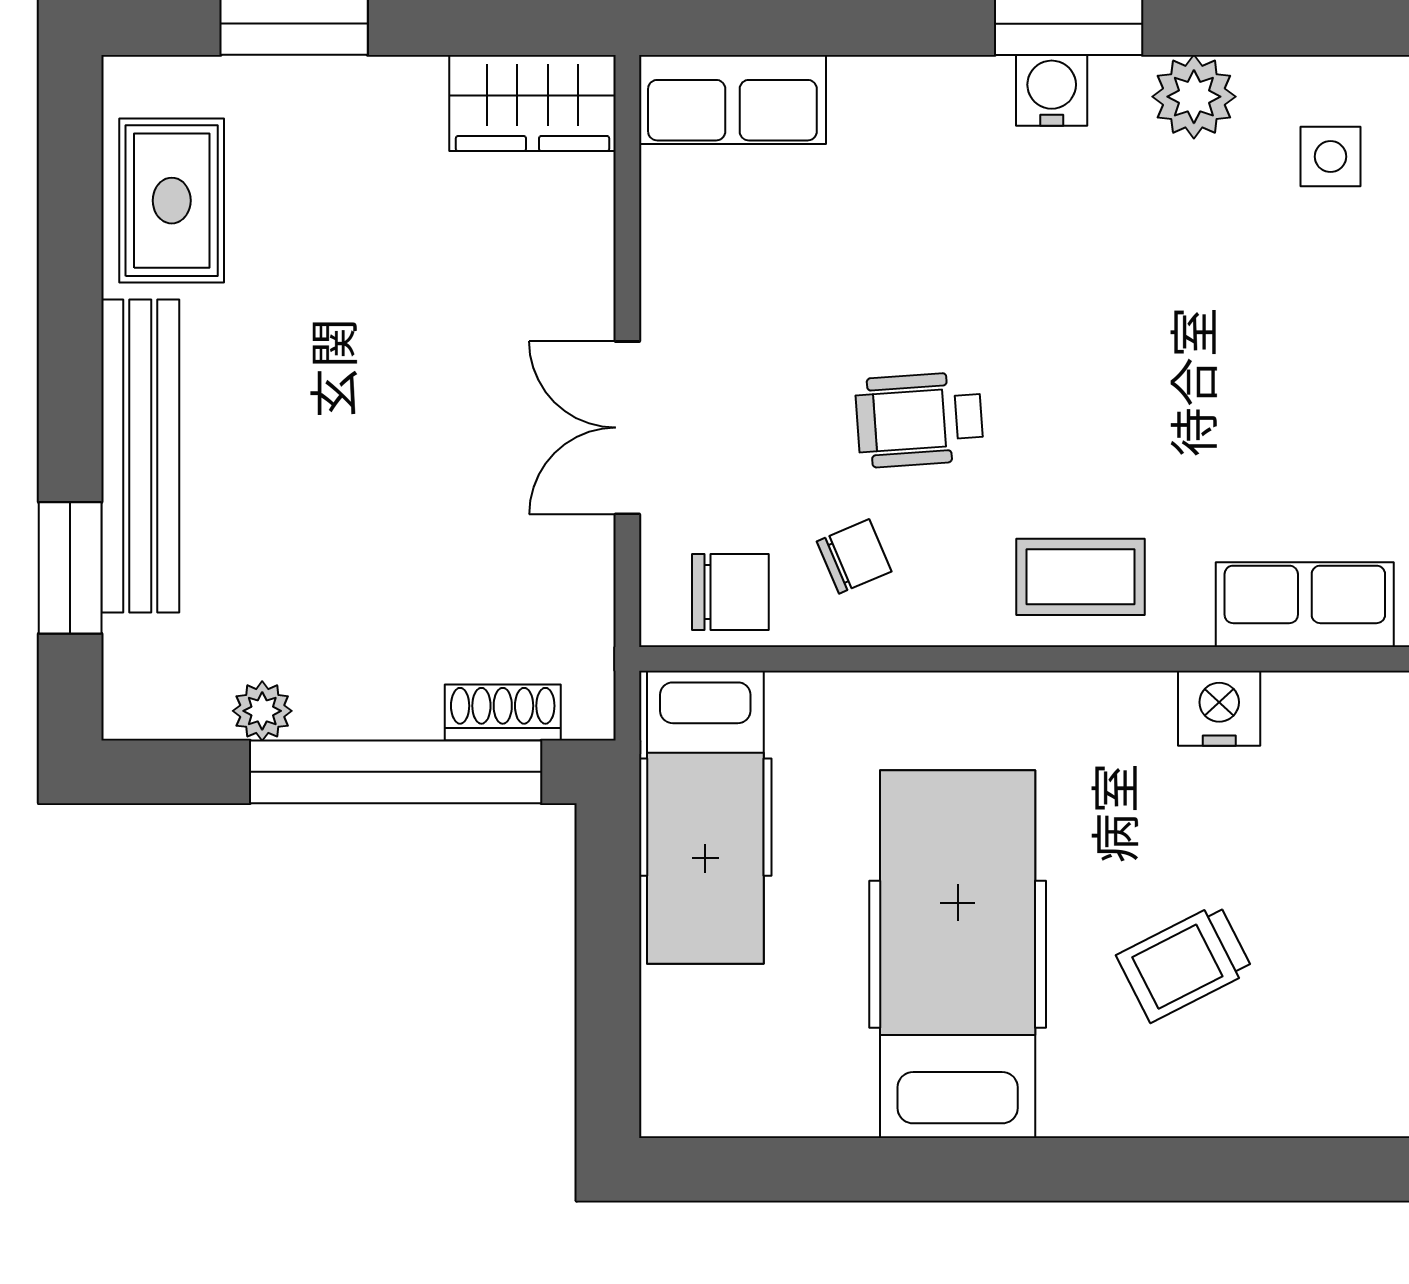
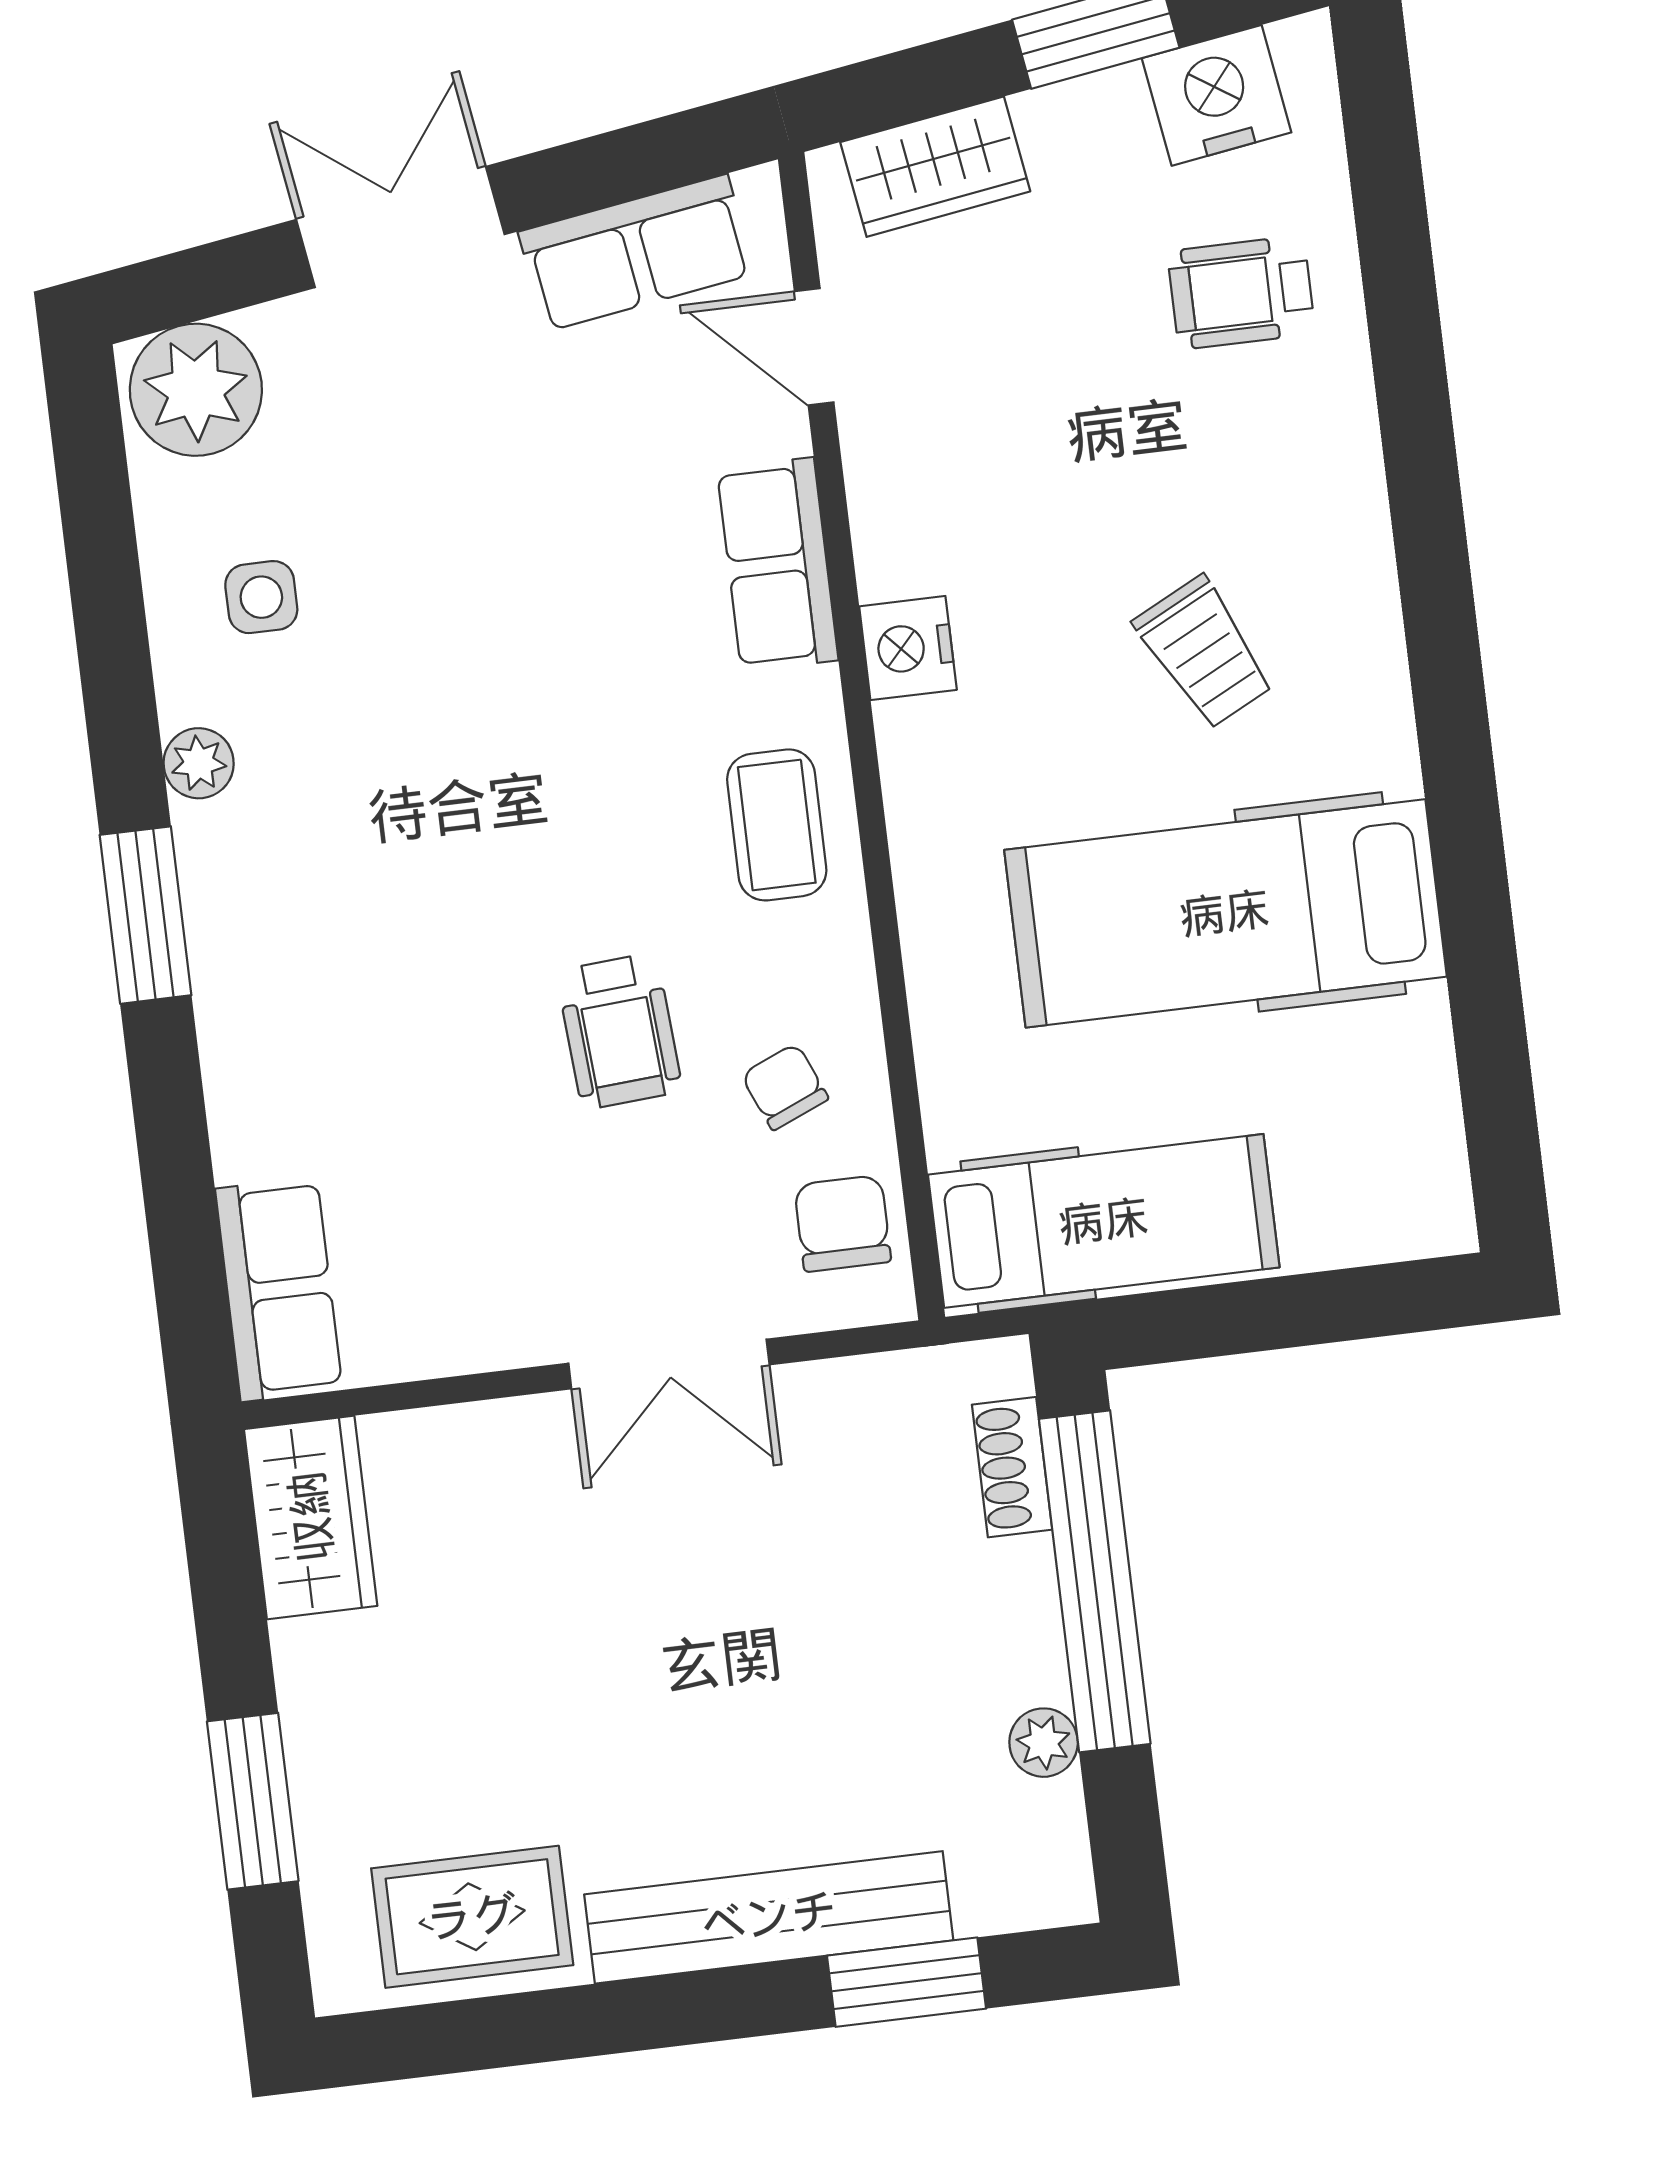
water cooler: (1052, 90) -> (224, 925), removed
plant: (1194, 97) -> (199, 763), width x0.73, depth x0.73

